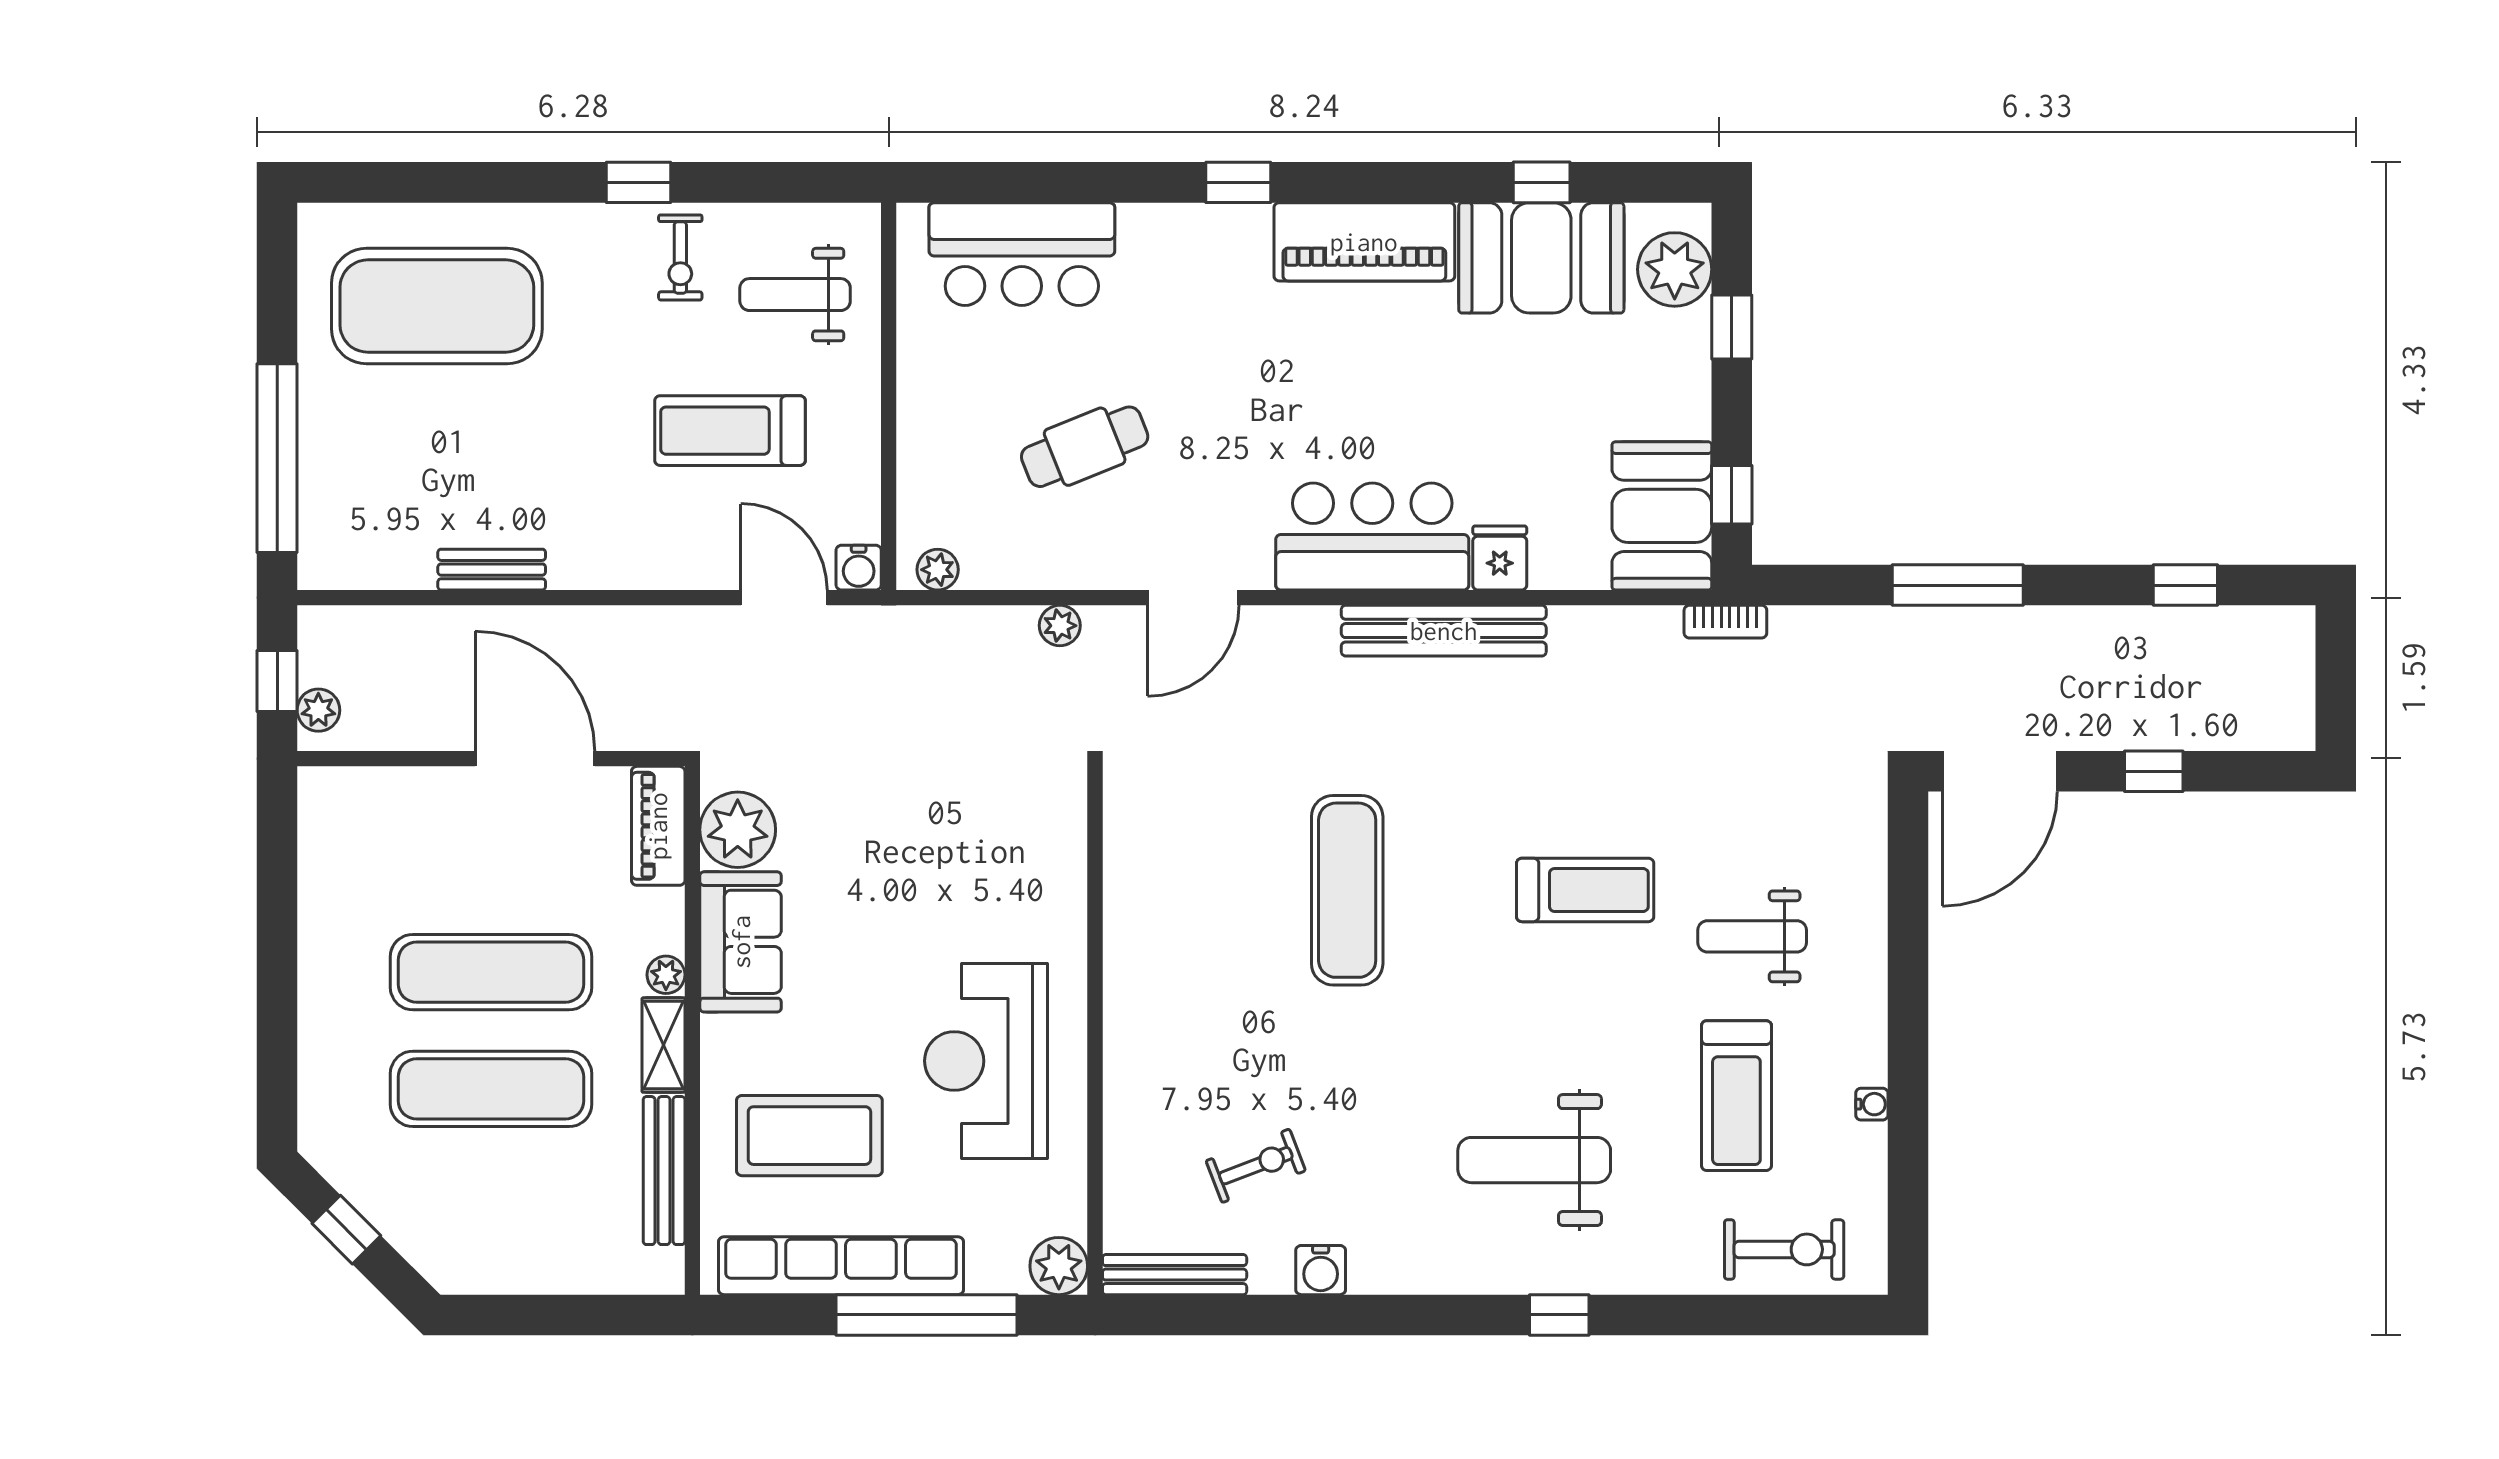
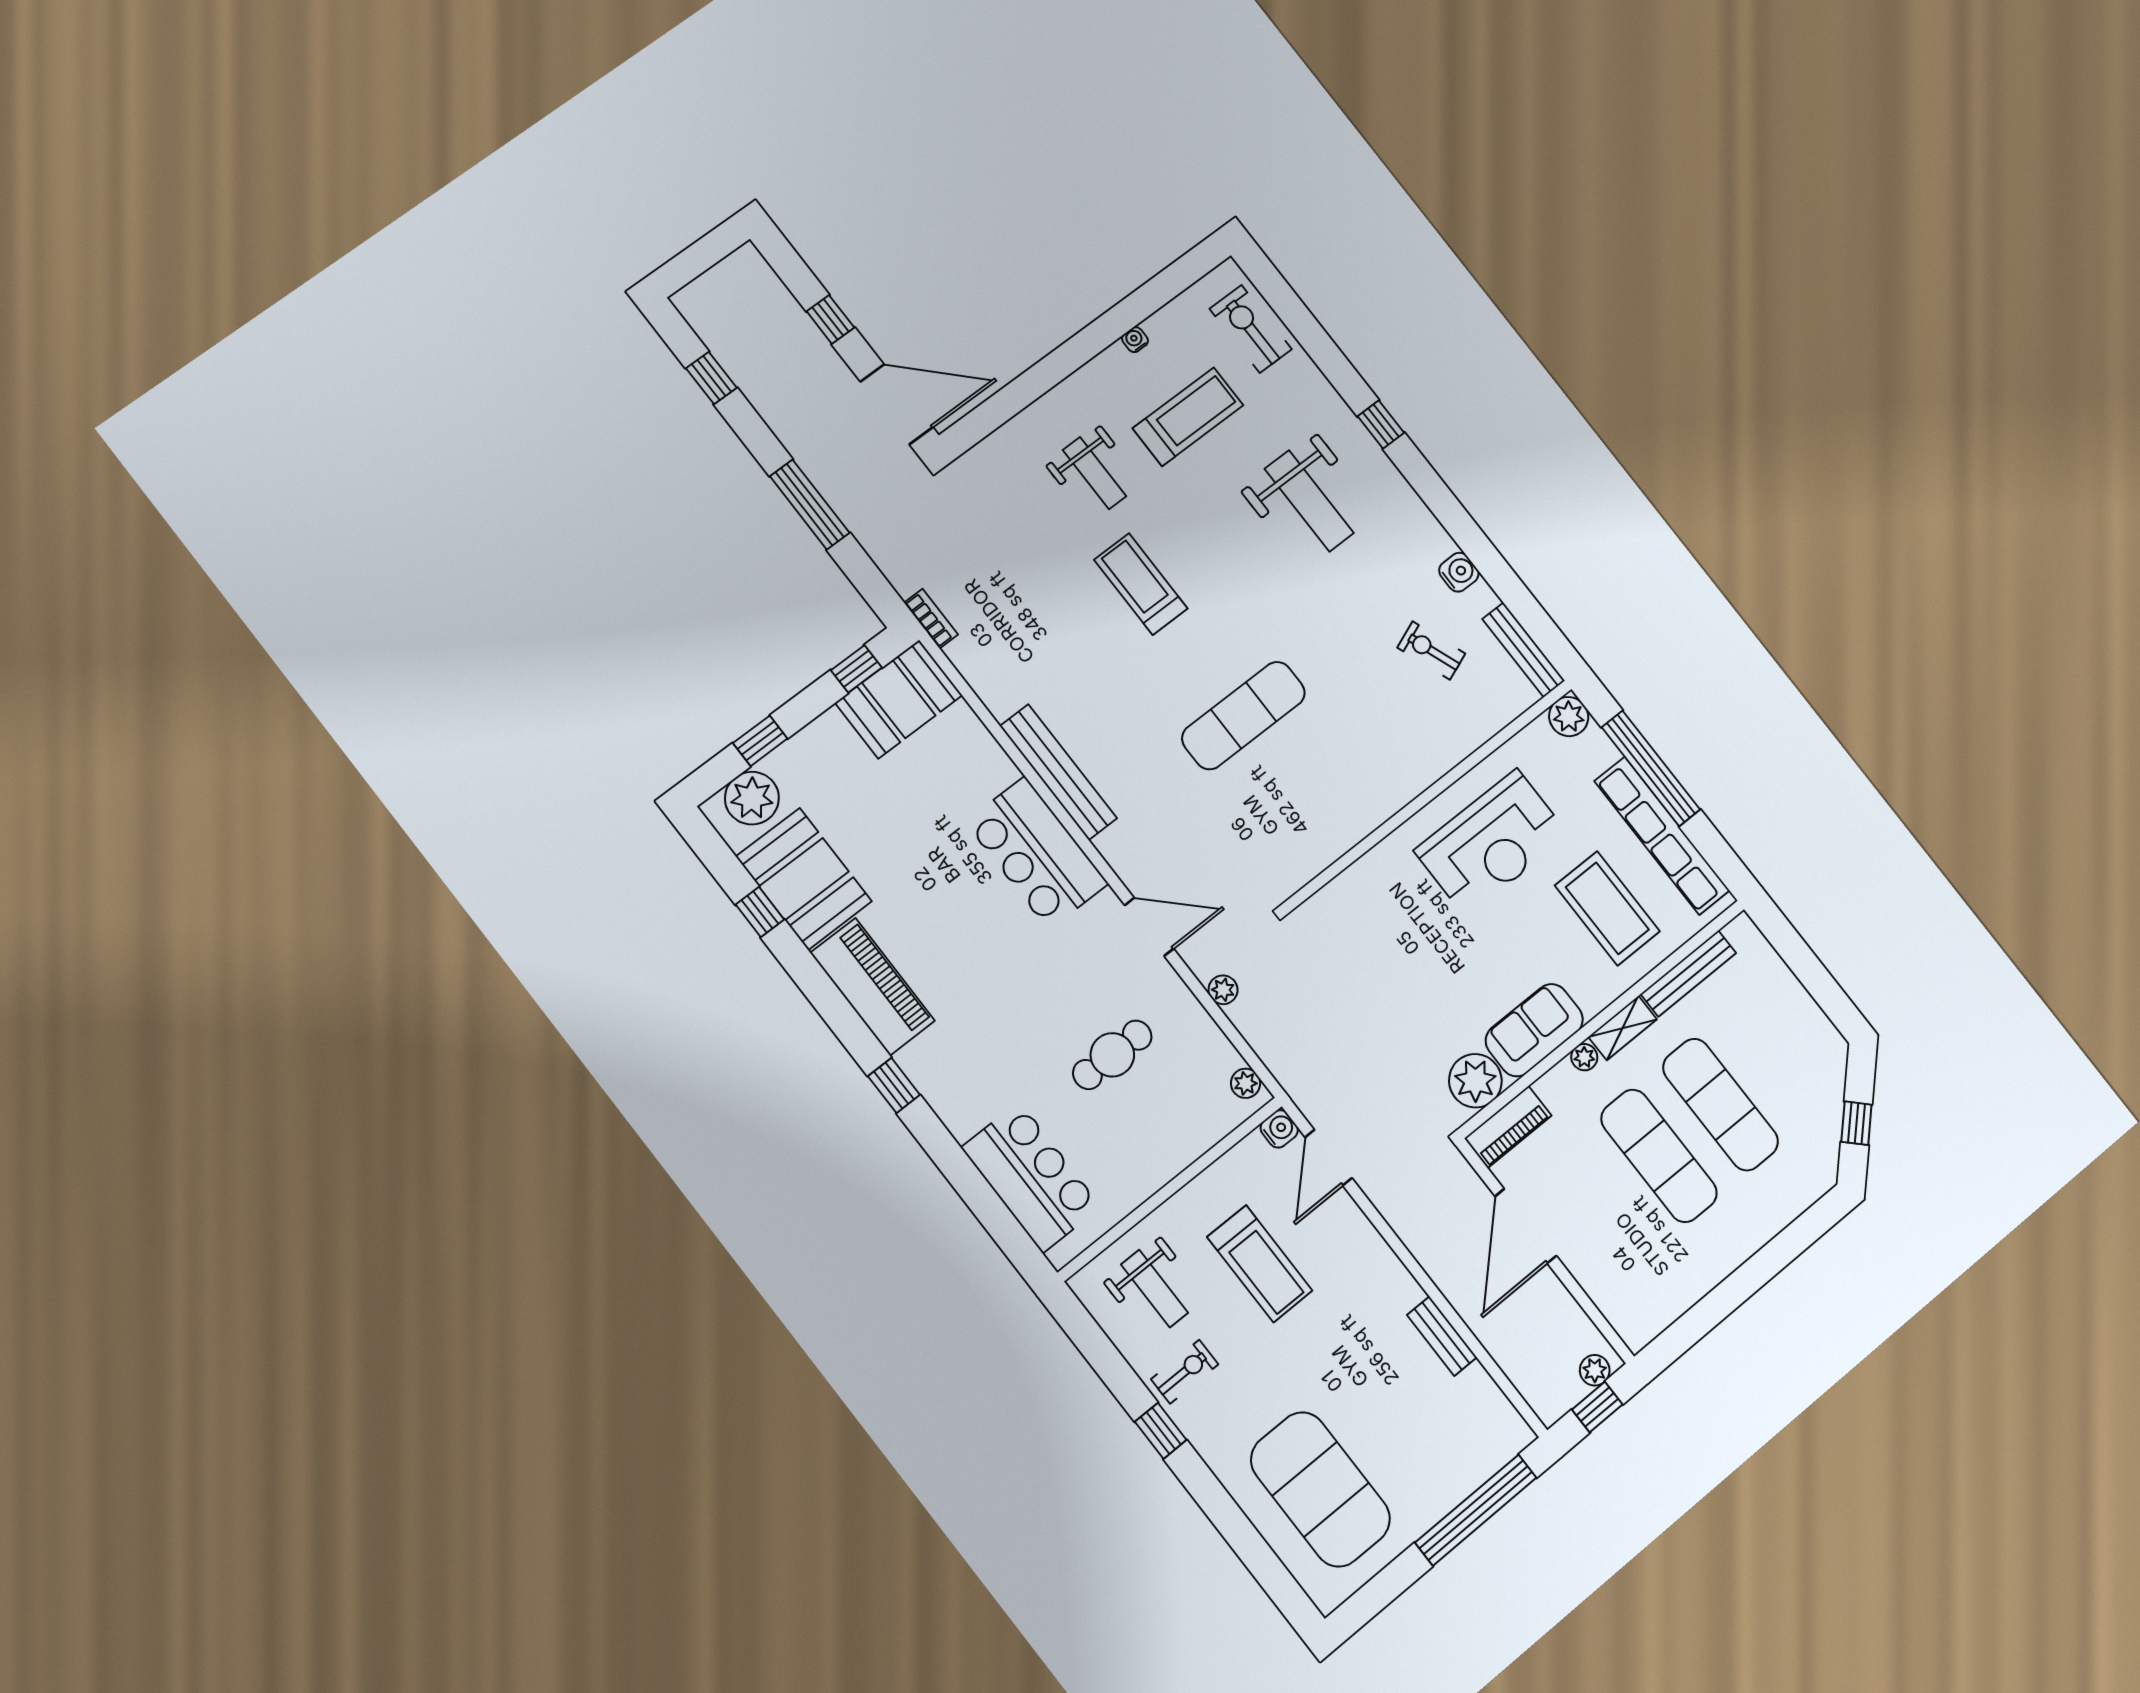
cafe table: (1085, 447) -> (1112, 1055), turned -68
fridge: (1500, 558) -> (993, 772), removed

